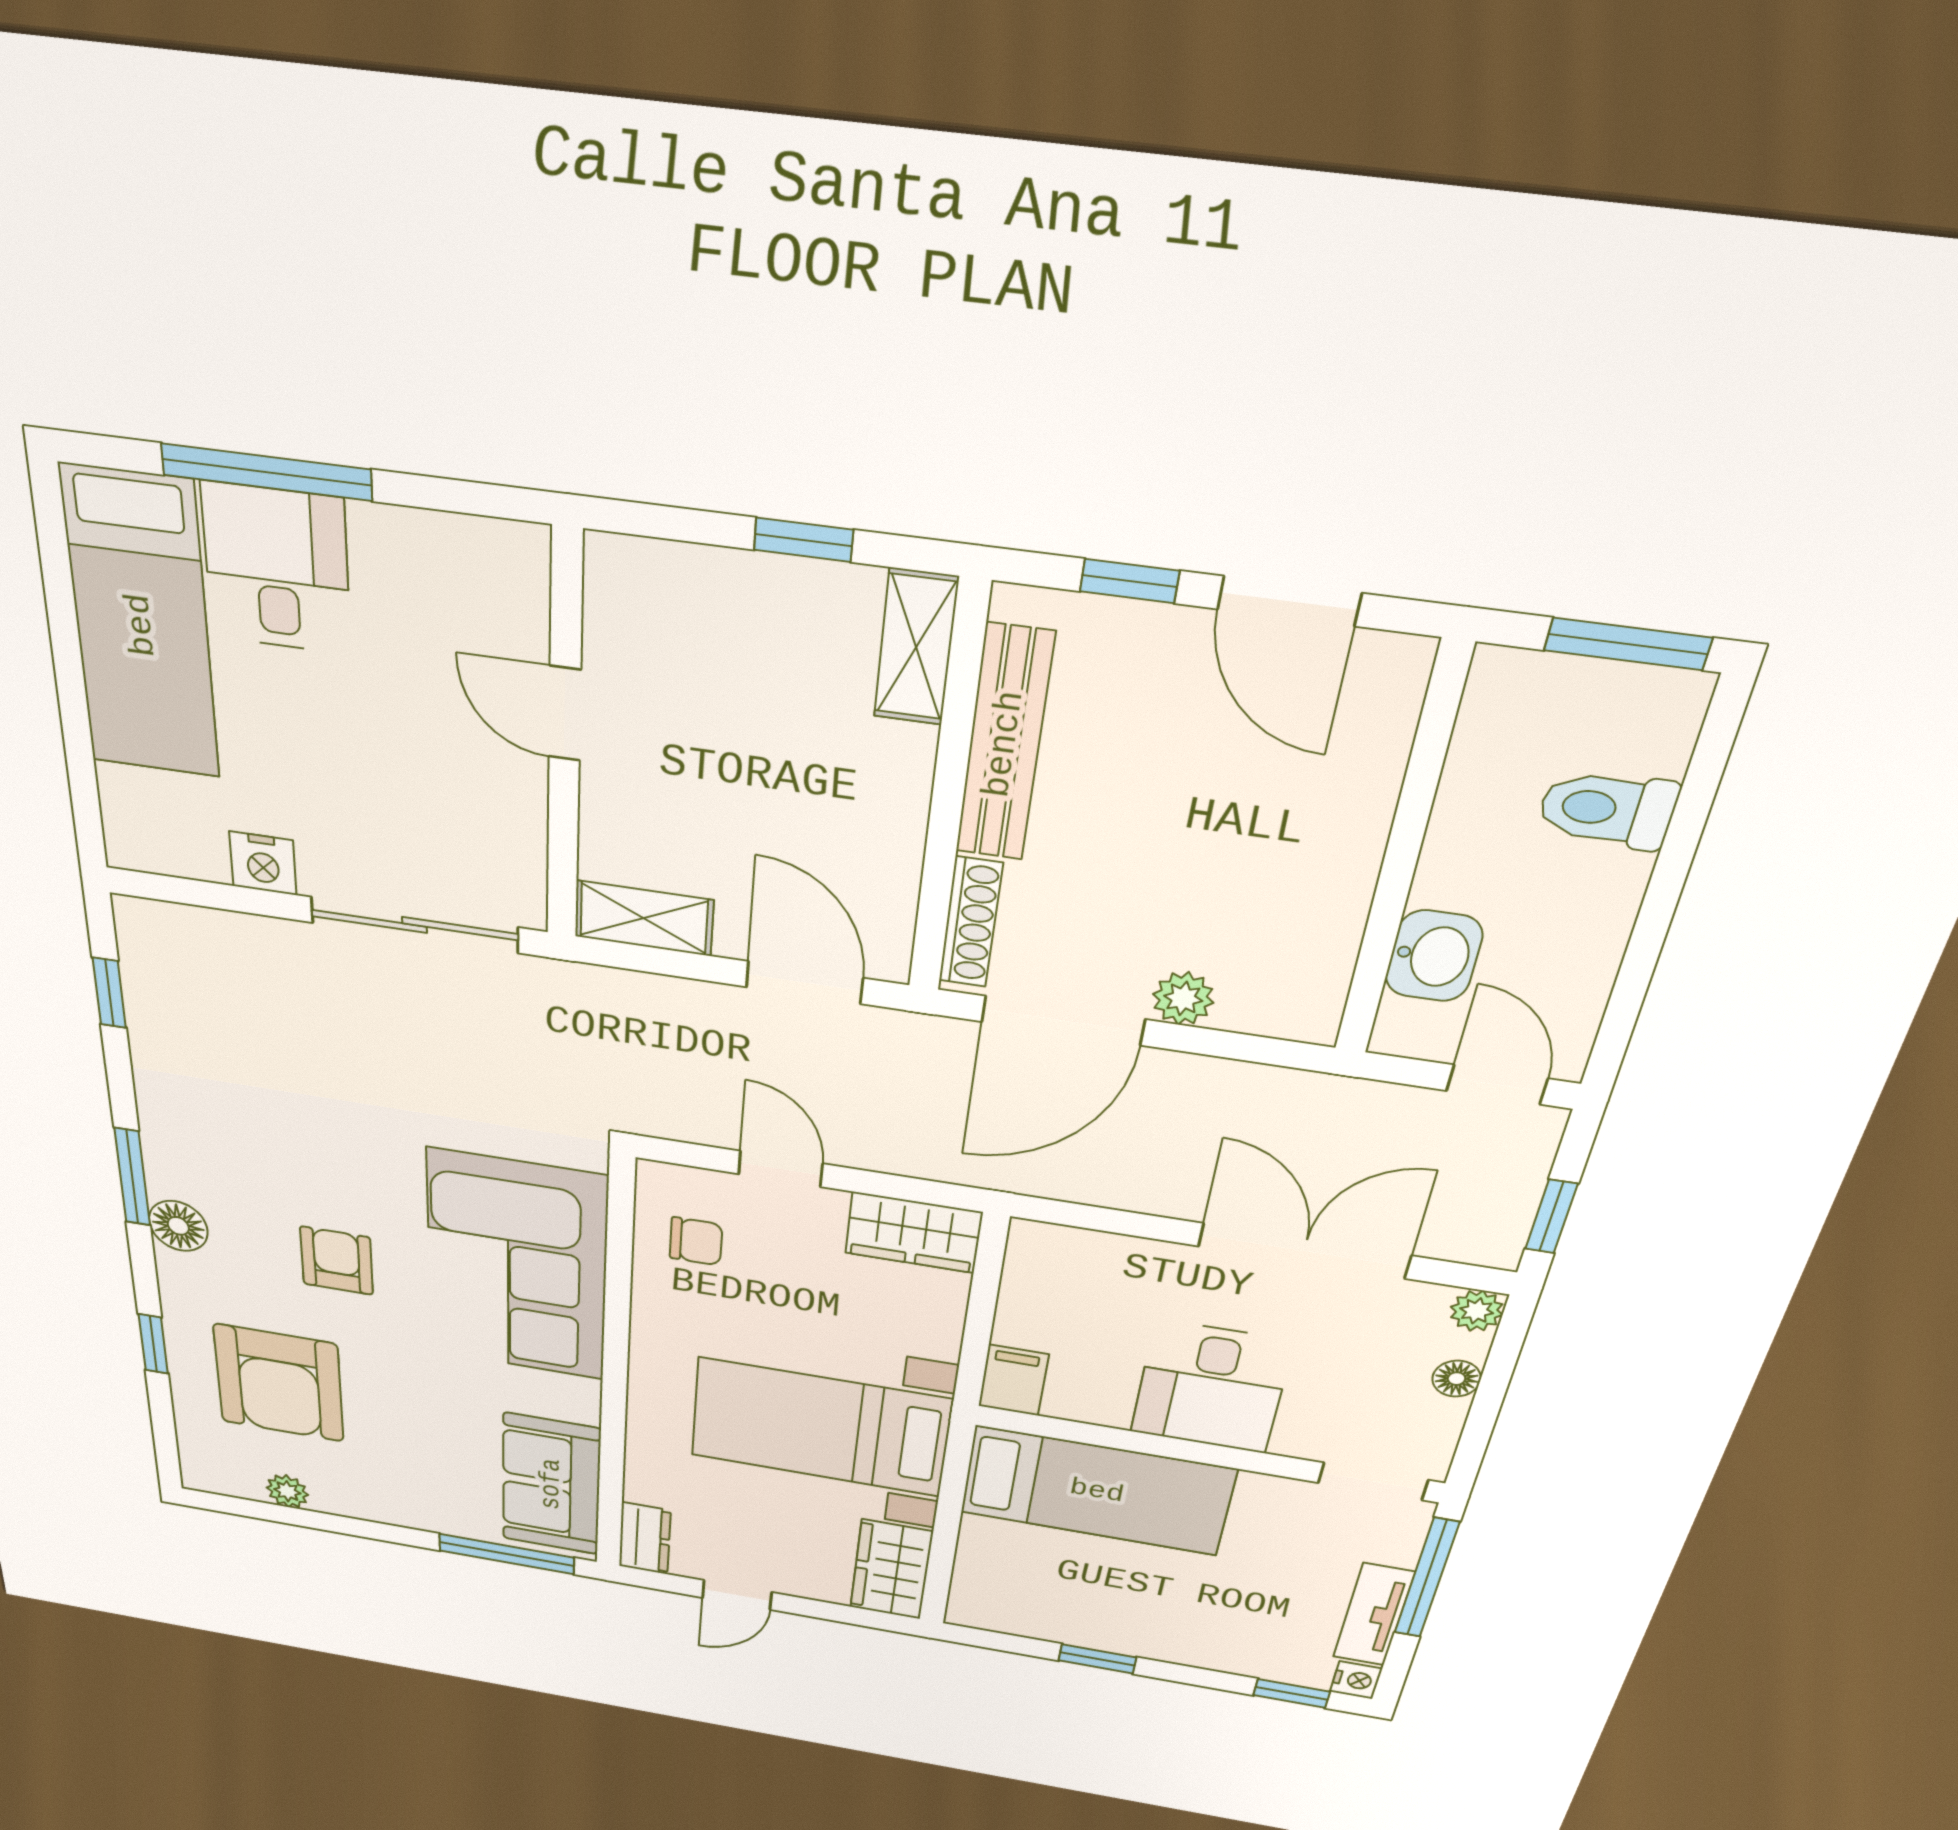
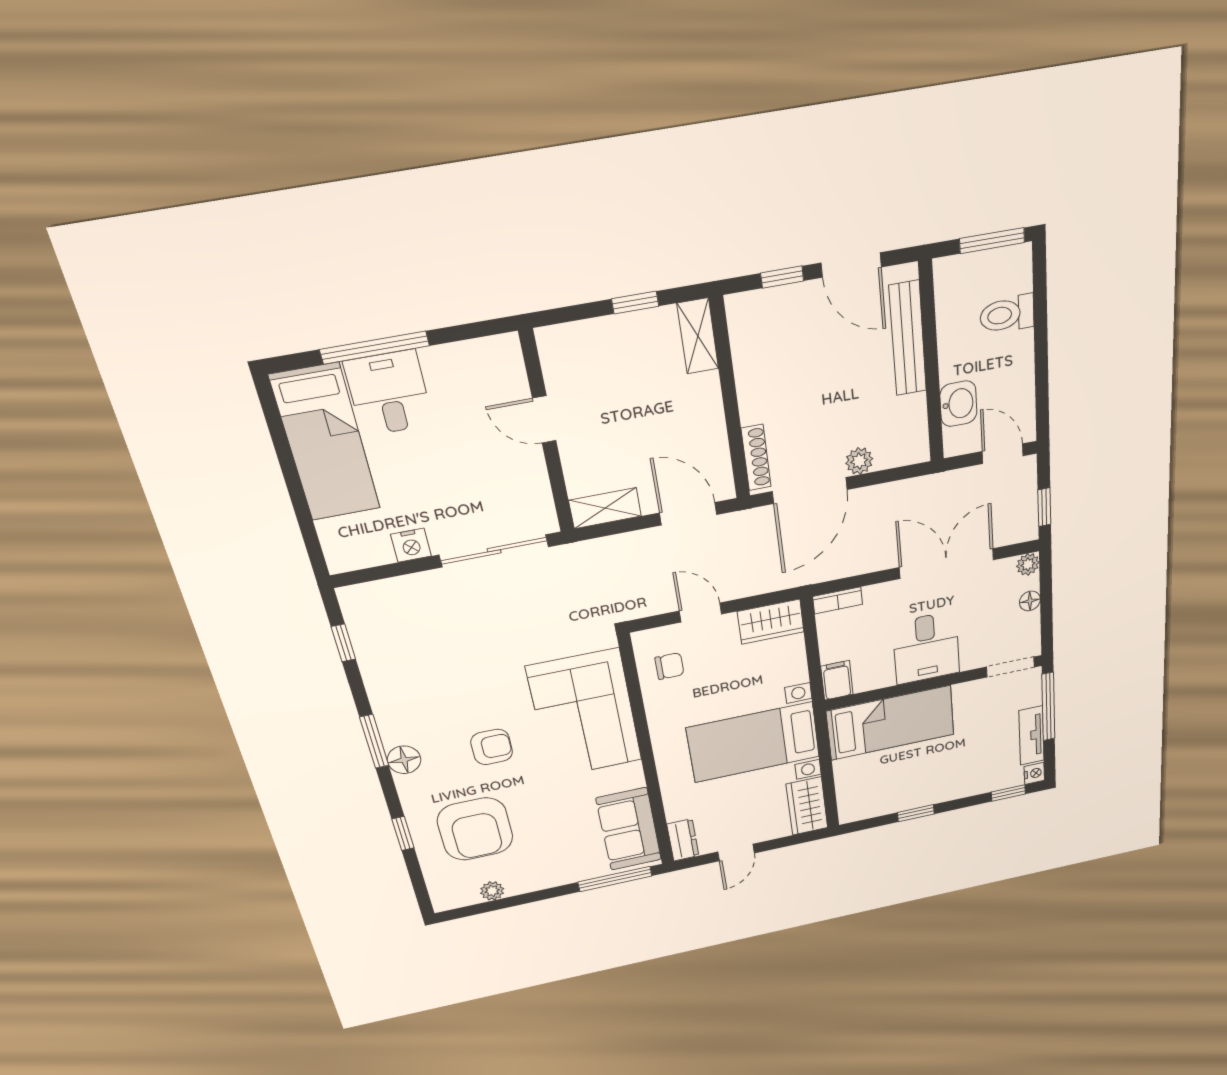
bench: (1004, 744) -> (908, 339), moved
bookcase: (1058, 1241) -> (838, 600), added
armchair: (337, 1261) -> (492, 747), turned 90

